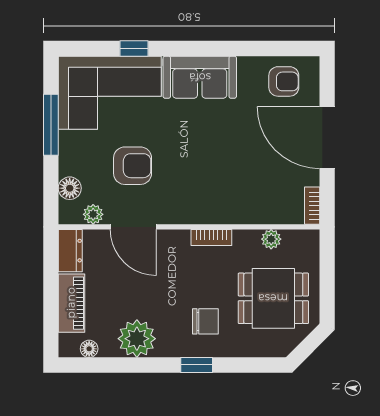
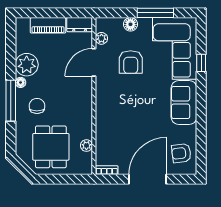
armchair: (284, 81) -> (181, 153), turned 83
floor lamp: (70, 188) -> (130, 24), moved
bookcase: (211, 237) -> (88, 110), removed
chair: (205, 321) -> (37, 106), turned 180
floor lamp: (89, 349) -> (21, 82), moved
window: (197, 365) -> (11, 101), width x2.17

